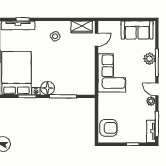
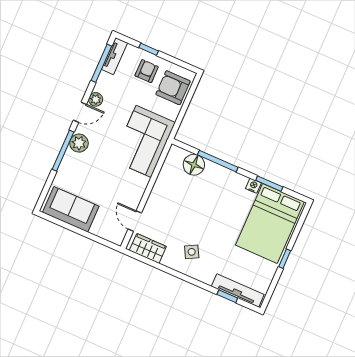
door: (97, 40) -> (135, 221), hinge flipped
plant: (149, 59) -> (79, 143), moved
corner sofa: (112, 73) -> (144, 141), moved
floor lamp: (47, 88) -> (194, 165), moved
door: (157, 89) -> (80, 112), hinge flipped
armchair: (128, 131) -> (147, 71), added

